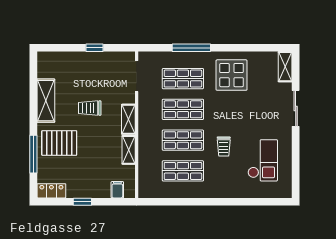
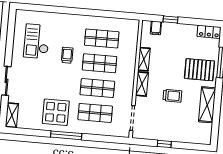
window: (191, 48) -> (66, 135), moved
window: (82, 202) -> (171, 20), moved

